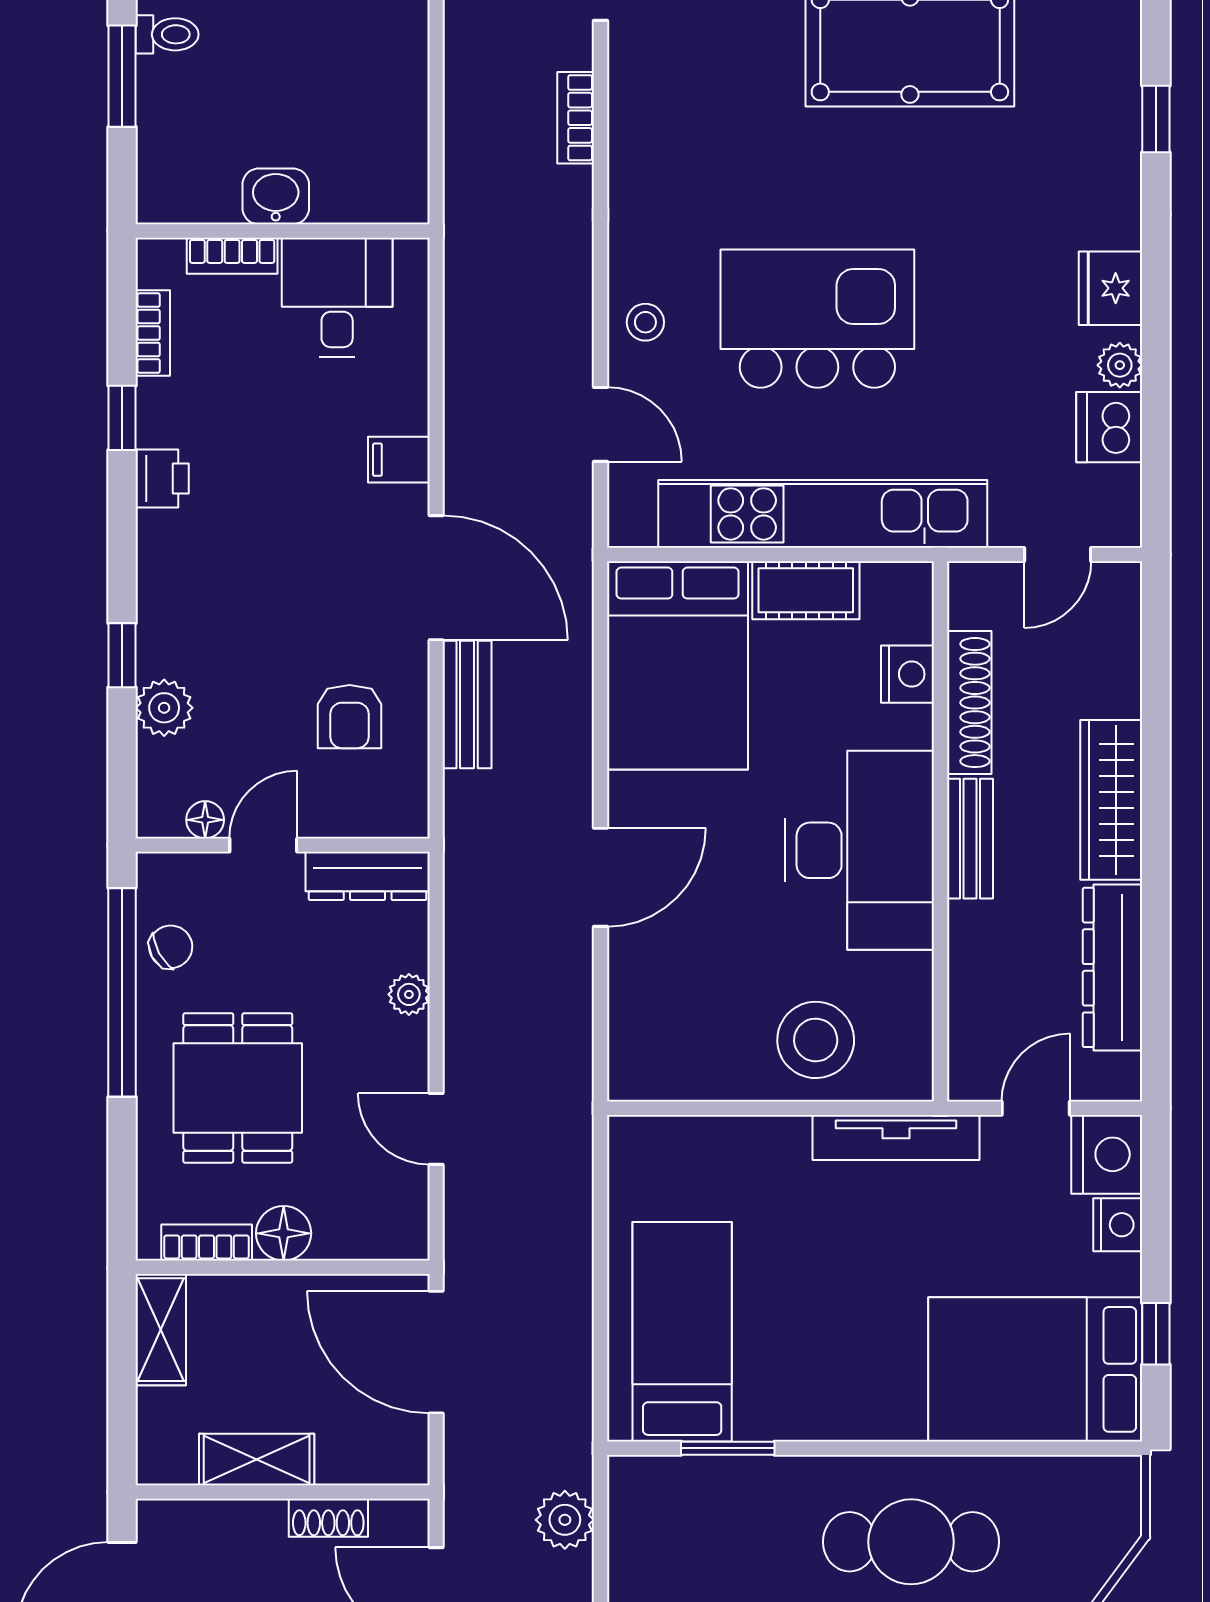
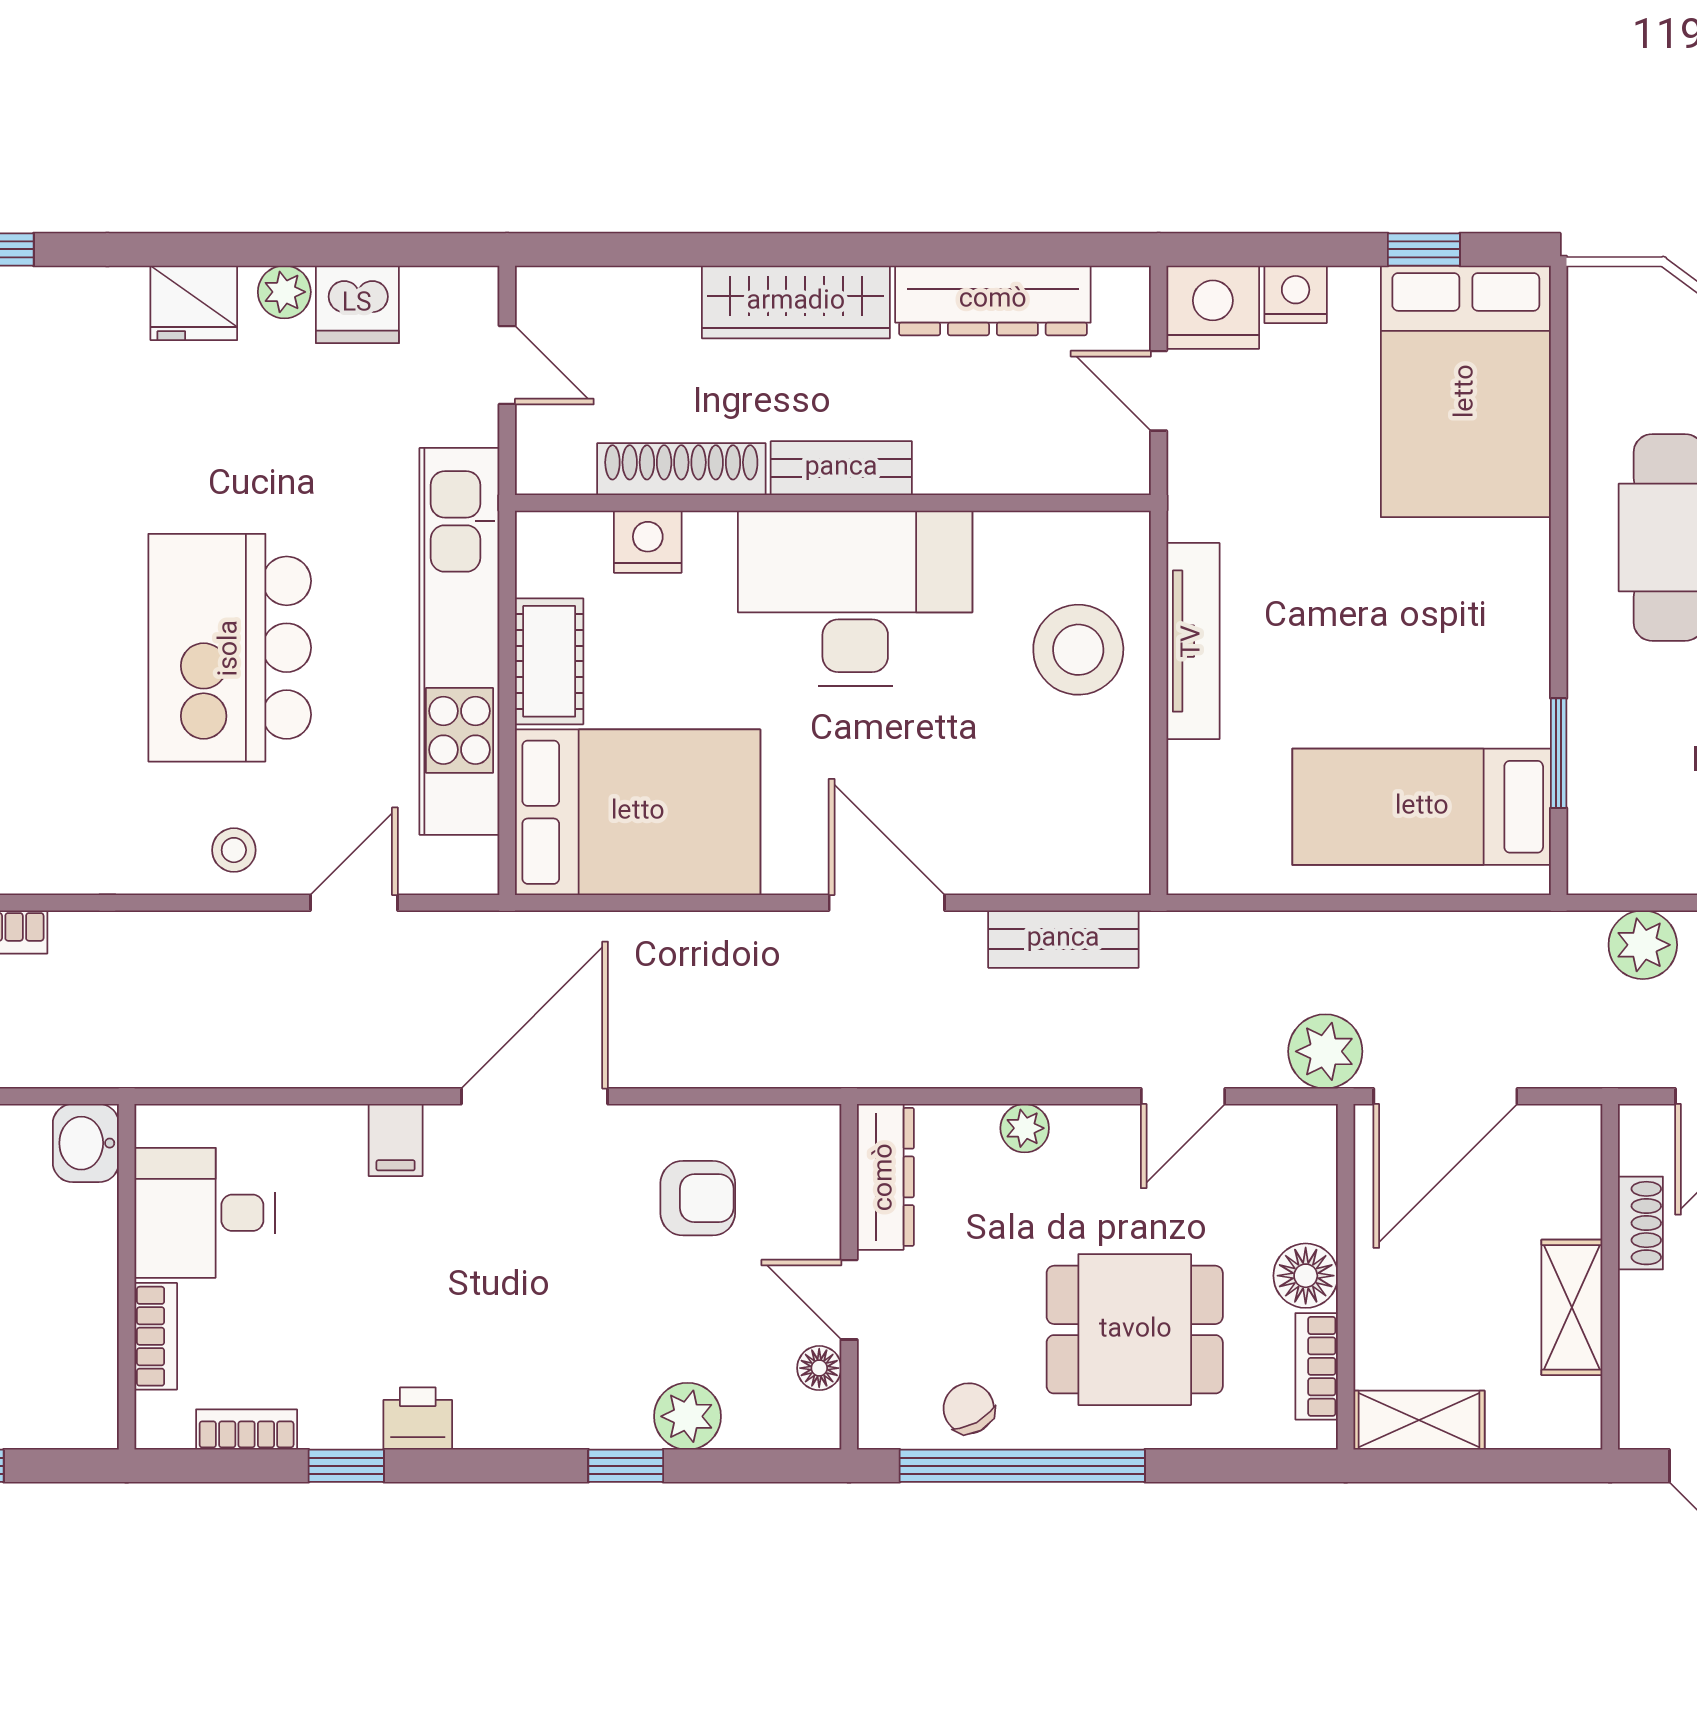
washbasin: (276, 196) -> (86, 1143), moved
bench: (467, 704) -> (1063, 939), moved
tv unit: (896, 1137) -> (1193, 641), moved
plant: (474, 1250) -> (1325, 1051), added

